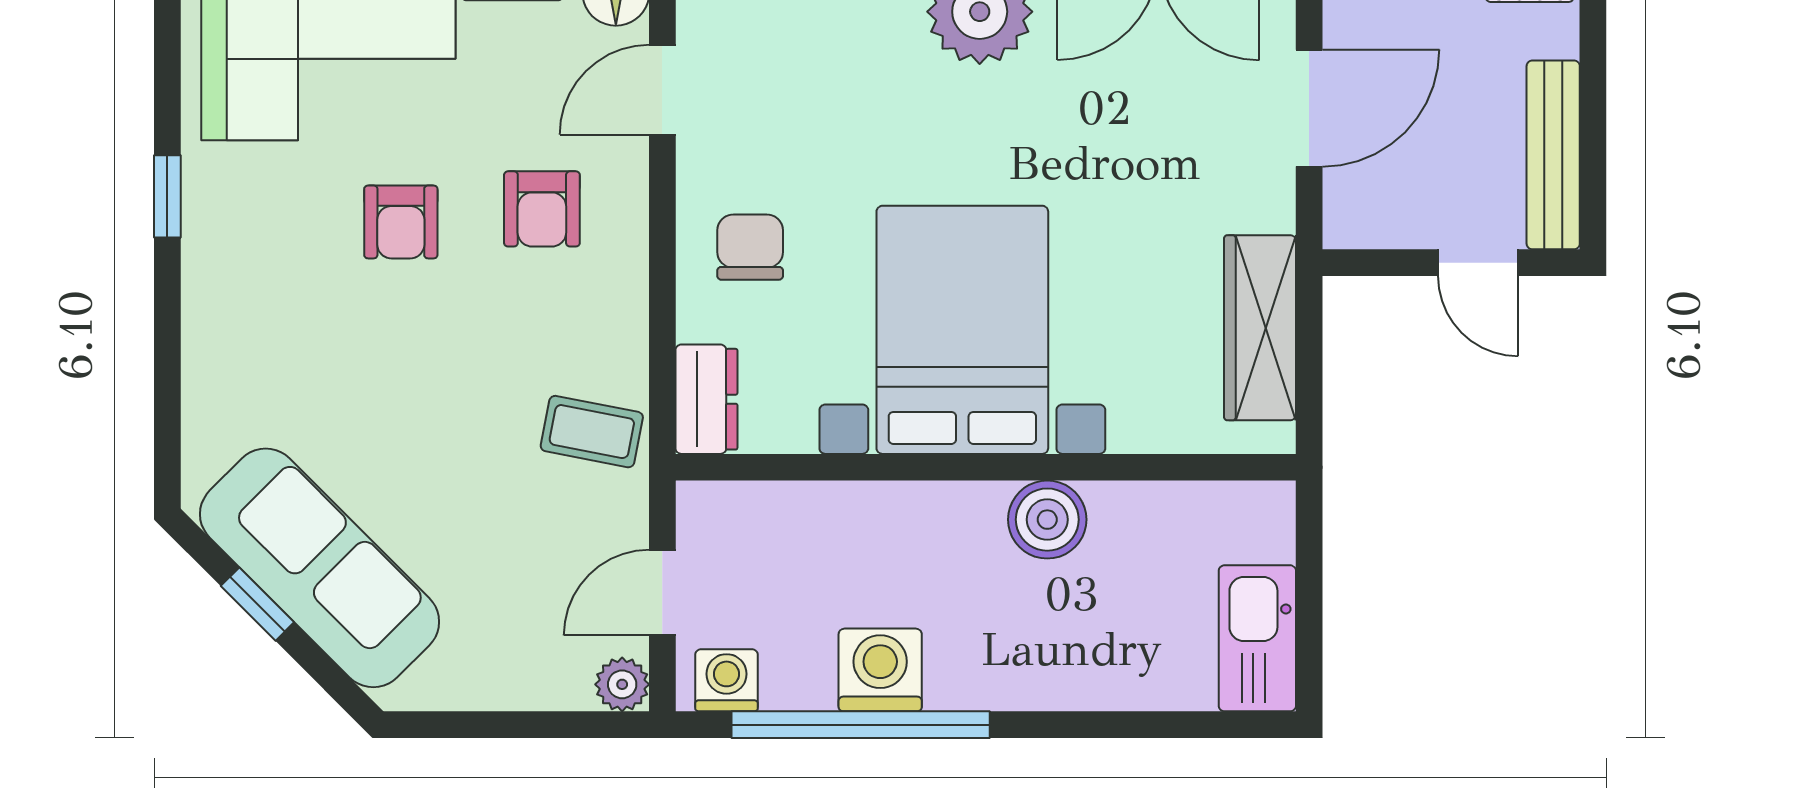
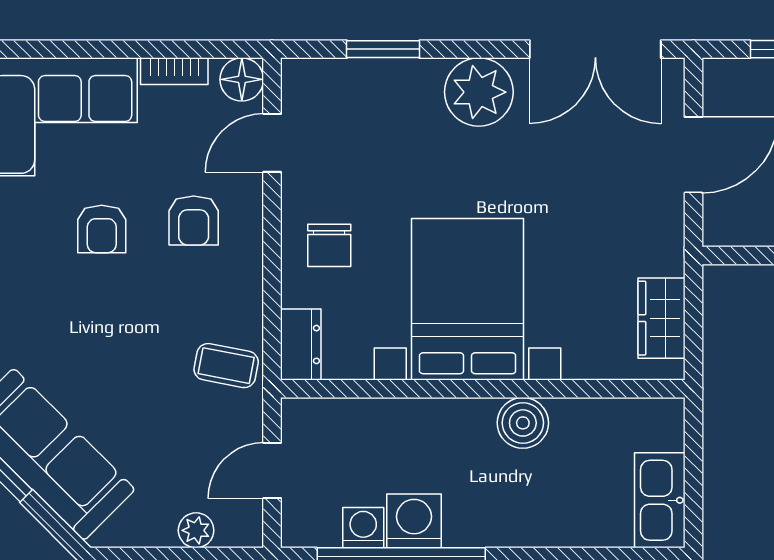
chair: (750, 247) -> (329, 245), turned 180
wardrobe: (1260, 328) -> (662, 318), width x0.67
washing machine: (726, 680) -> (363, 528), moved
plant: (622, 684) -> (196, 530), moved

